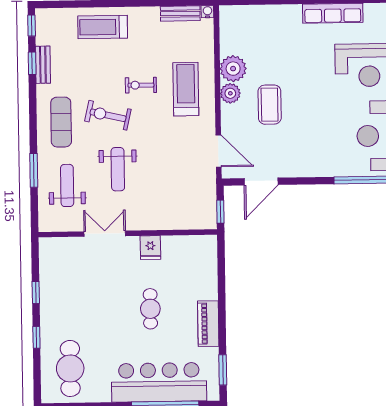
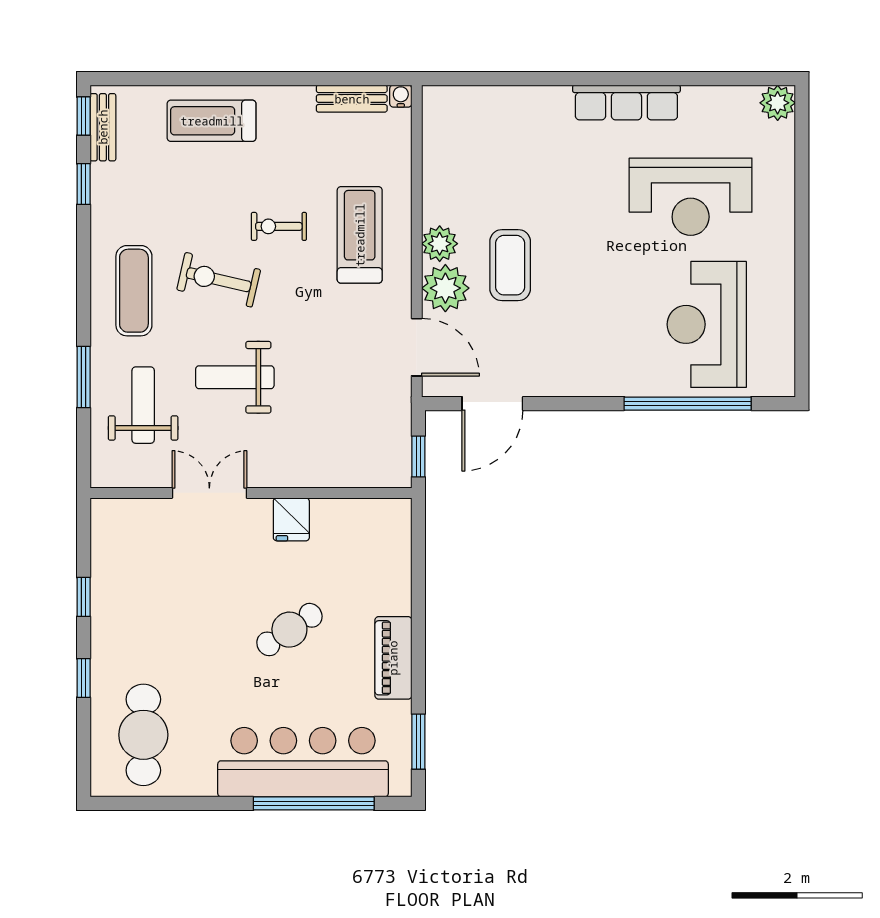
bench: (43, 65) -> (103, 127), moved
plant: (233, 69) -> (445, 288), moved
weight bench: (118, 169) -> (235, 377), turned 90
cafe table: (150, 309) -> (289, 630), turned 56

